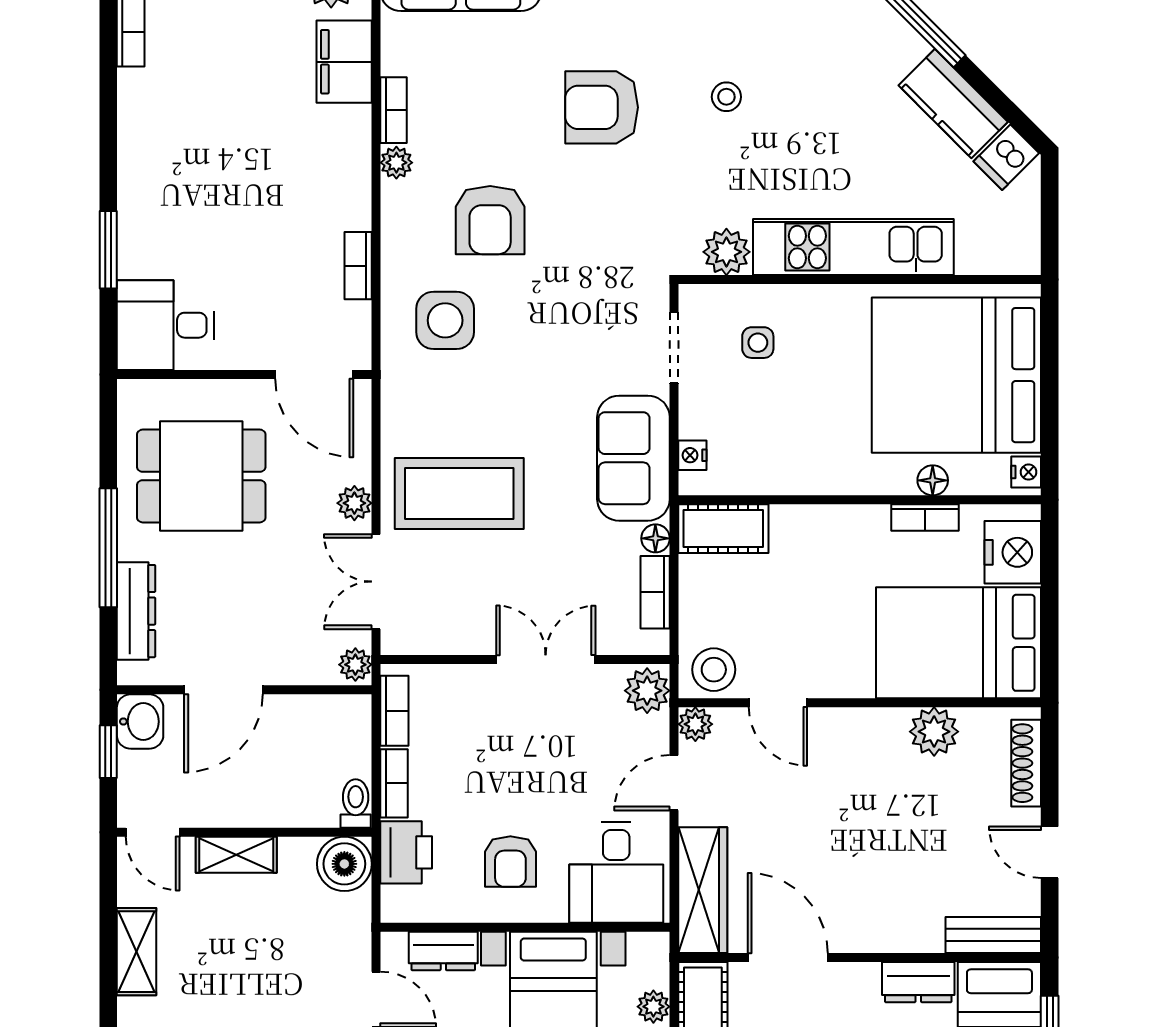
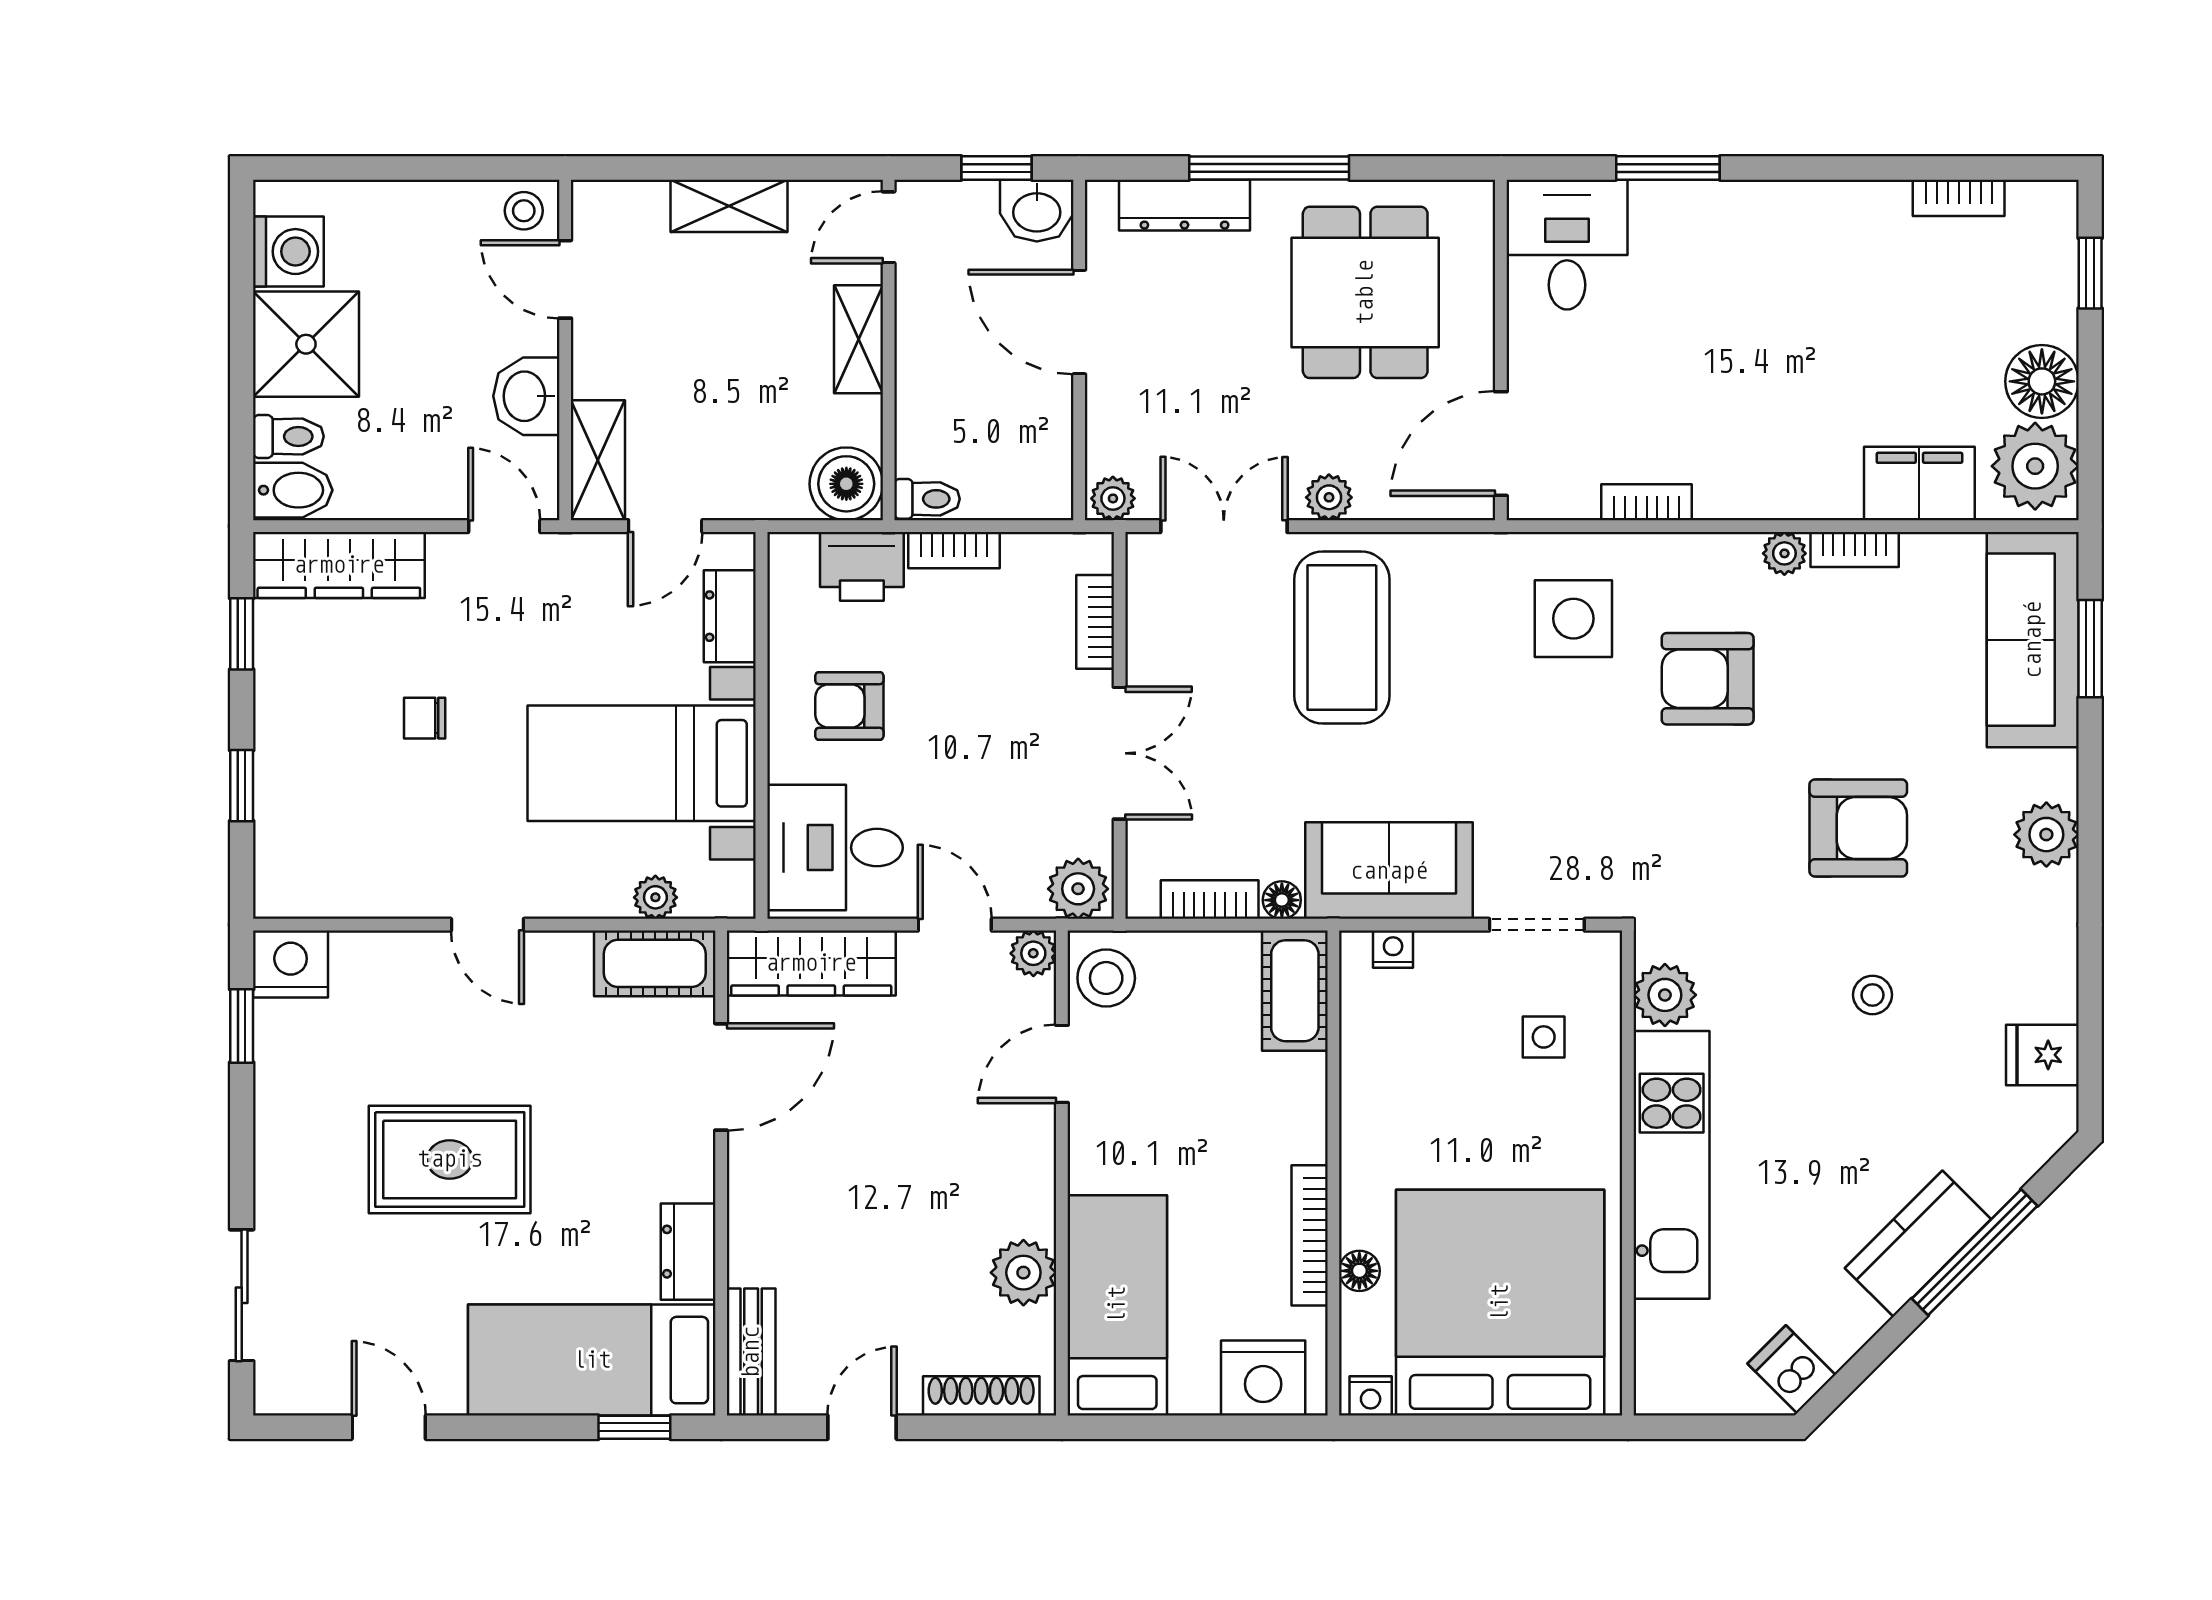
kitchen counter: (953, 104) -> (1918, 1244), moved
armchair: (602, 107) -> (1858, 828), turned 90
bookcase: (925, 518) -> (1310, 1235), width x1.56
bed: (959, 643) -> (1117, 1305), width x0.67
bookcase: (394, 711) -> (1095, 622), moved, turned 90

